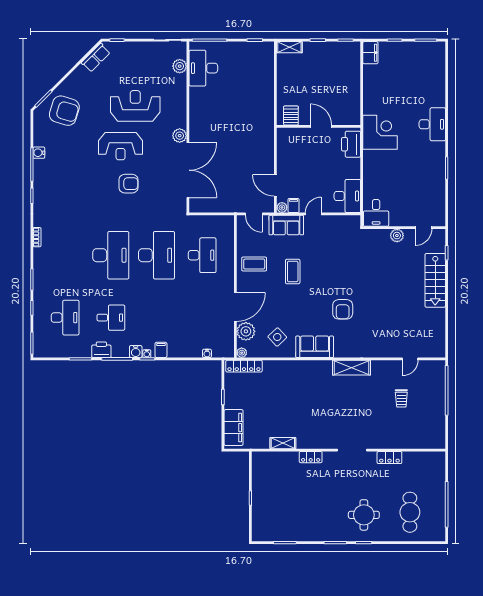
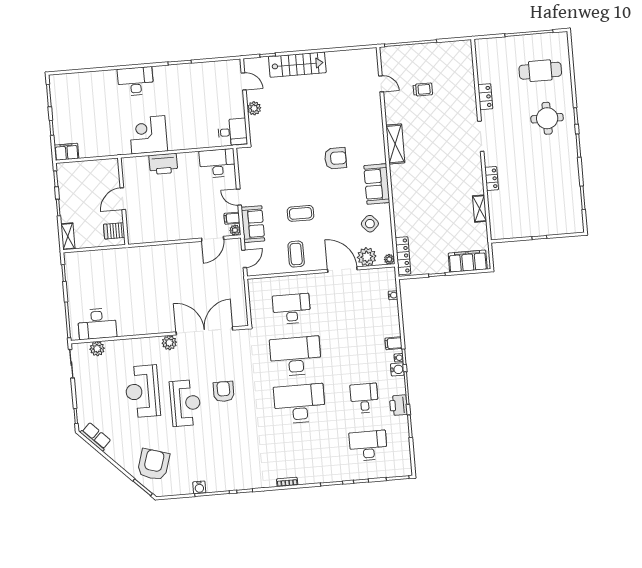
server rack: (291, 116) -> (114, 231), moved
wall: (319, 126) -> (123, 201), moved
door: (321, 126) -> (123, 199), moved

